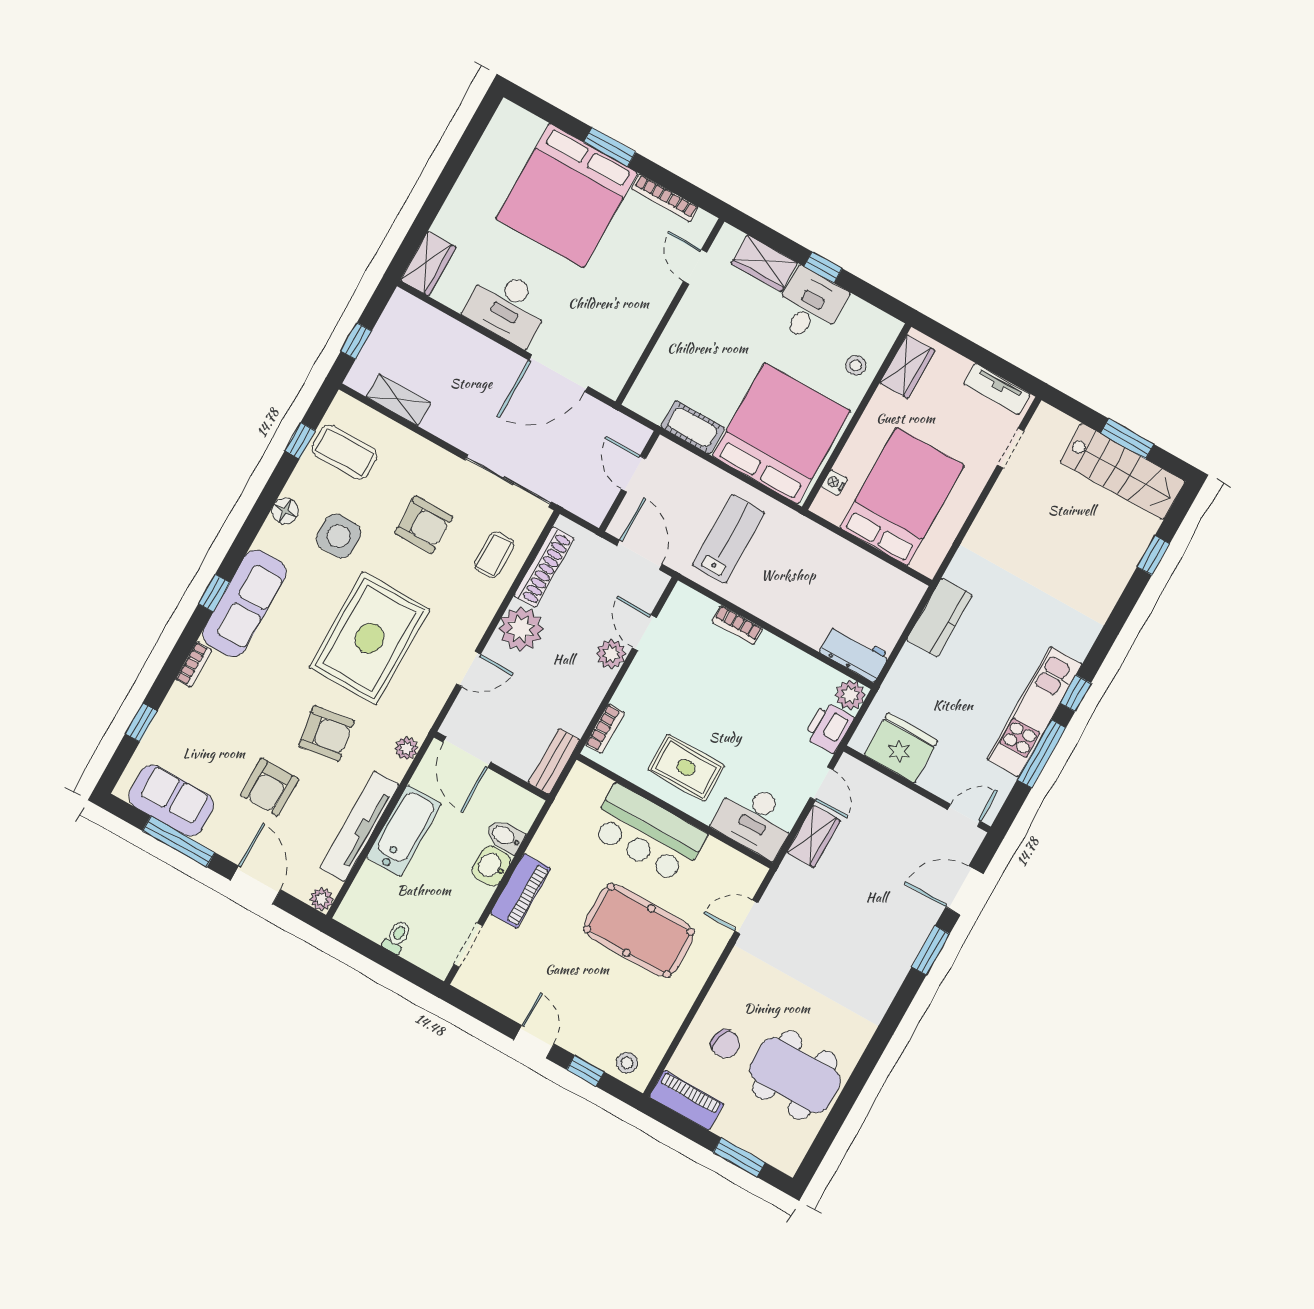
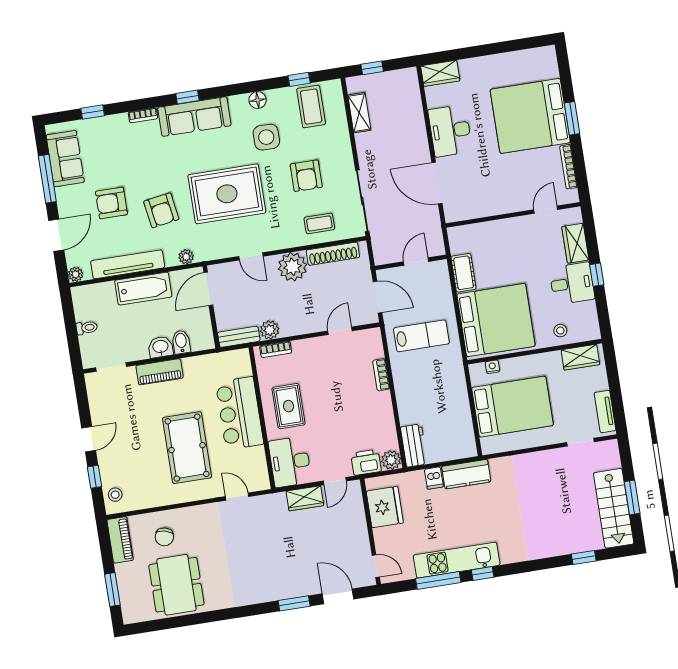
door: (639, 555) -> (378, 297), hinge flipped
plant: (611, 654) -> (270, 330), moved
dishwasher: (913, 660) -> (434, 478), added

